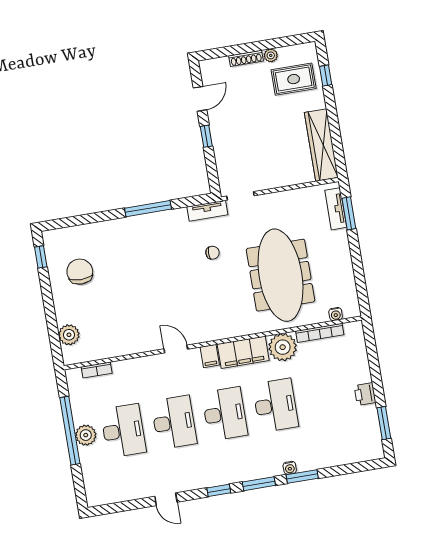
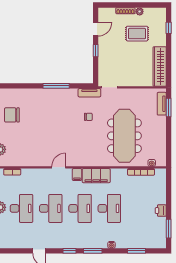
rug: (294, 79) -> (137, 34), moved
chair: (80, 272) -> (12, 115), turned -90
plant: (283, 347) -> (119, 176), removed
door: (176, 349) -> (59, 167), hinge flipped
window: (302, 476) -> (136, 251), moved

